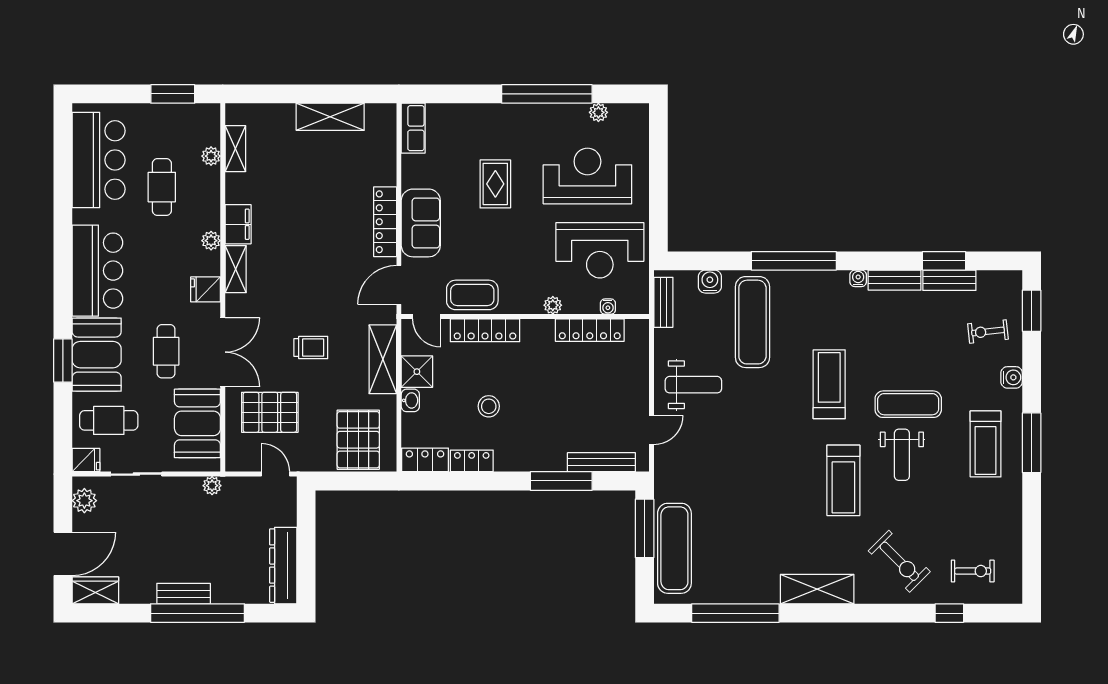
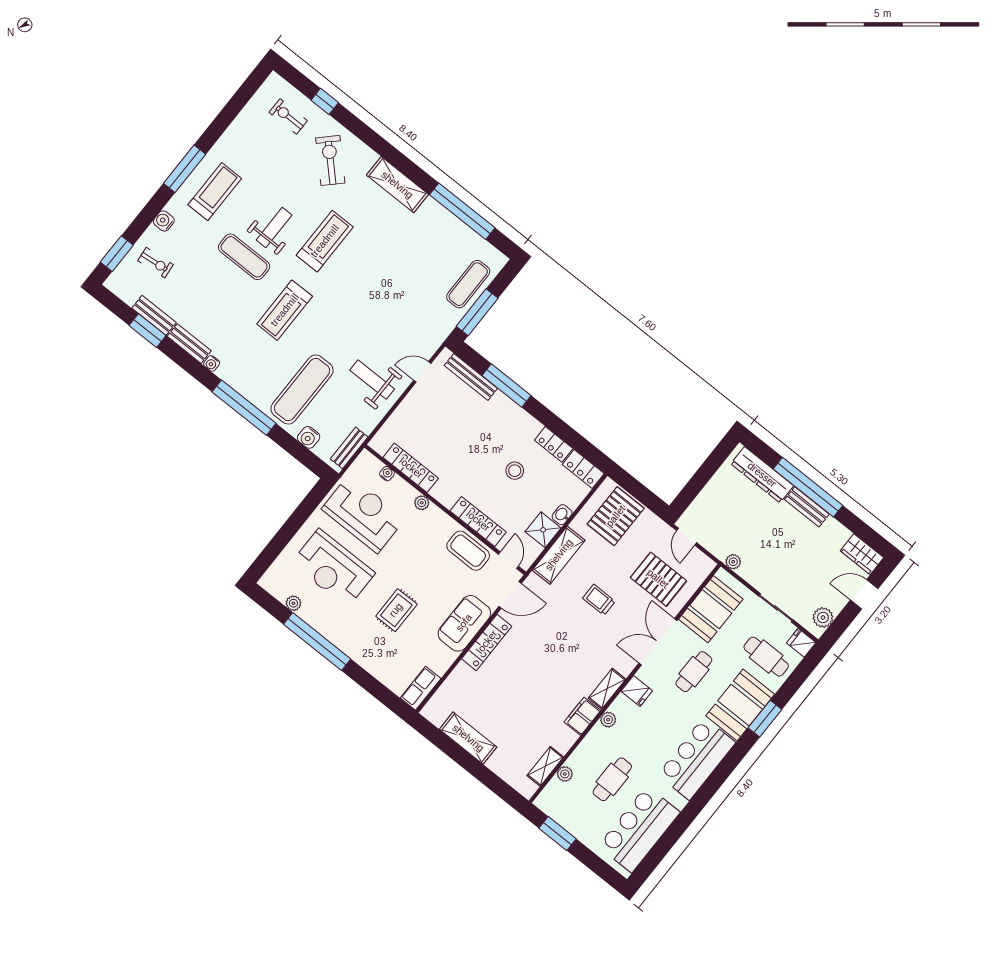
exercise mat: (674, 548) -> (468, 284), width x0.73, depth x0.69
door: (63, 554) -> (864, 594), width x0.73
dresser: (283, 566) -> (762, 475), moved, turned 90

